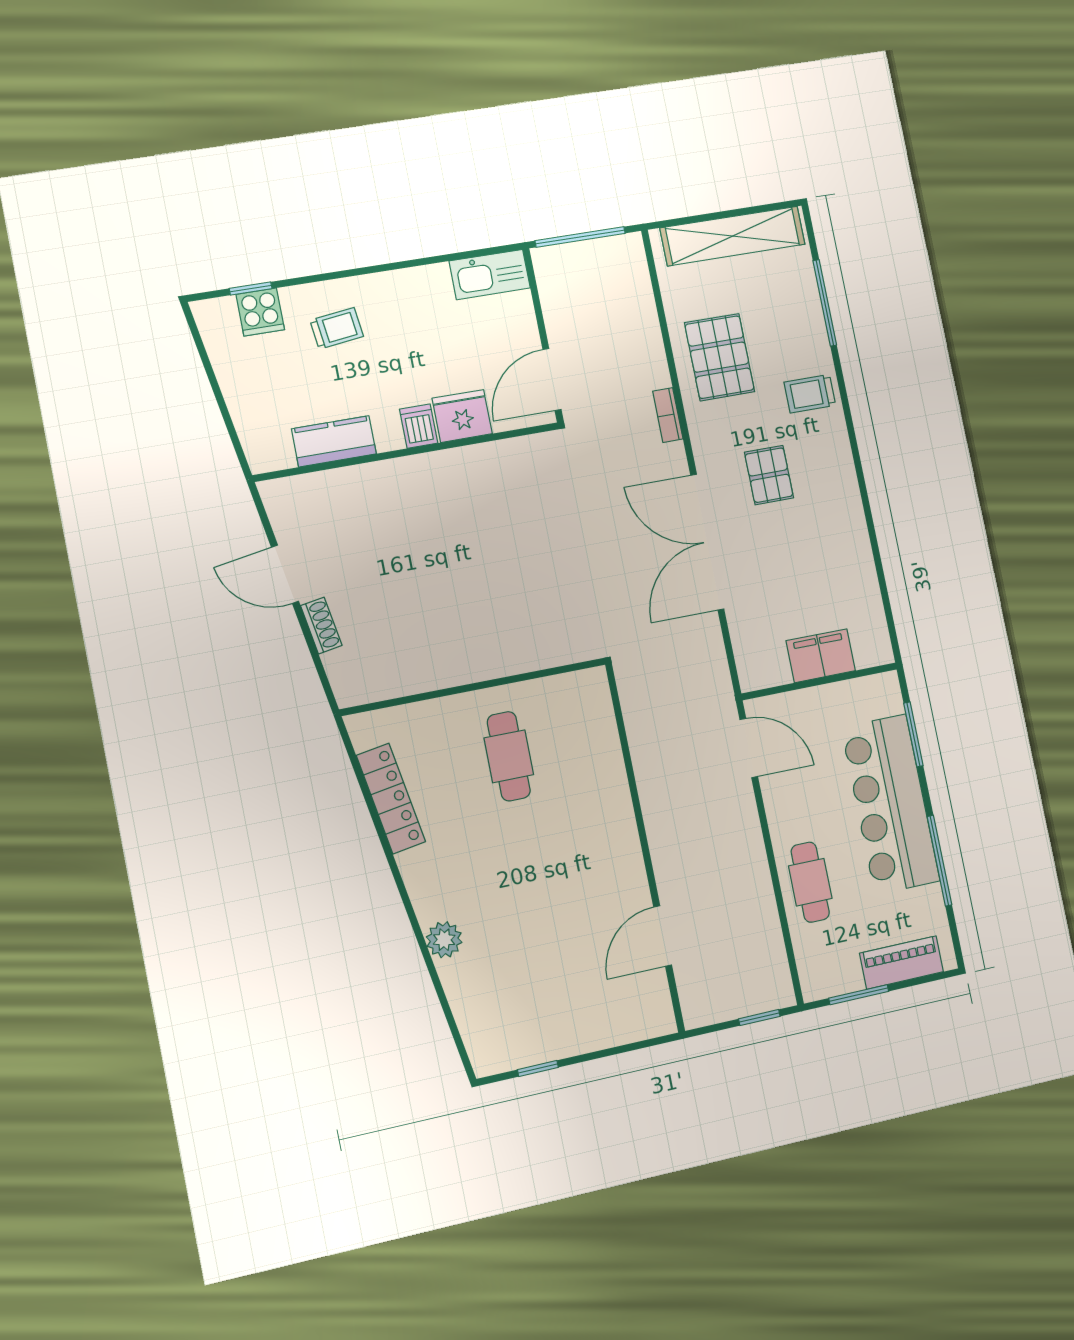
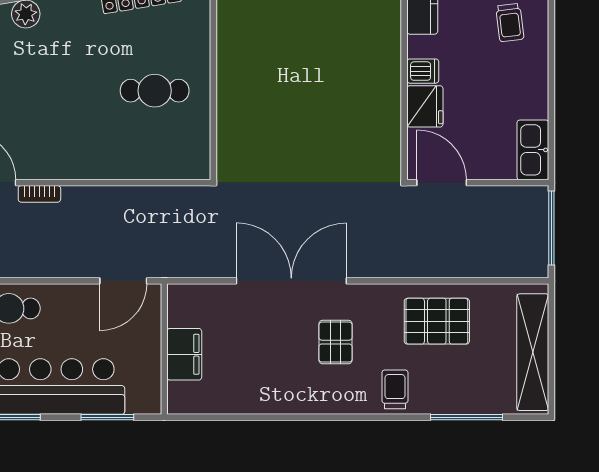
bookcase: (668, 415) -> (39, 194), moved, turned 180
pallet: (769, 475) -> (335, 342), turned 90

